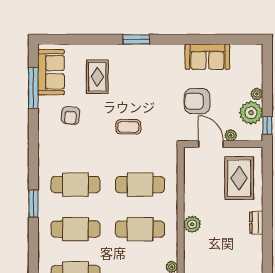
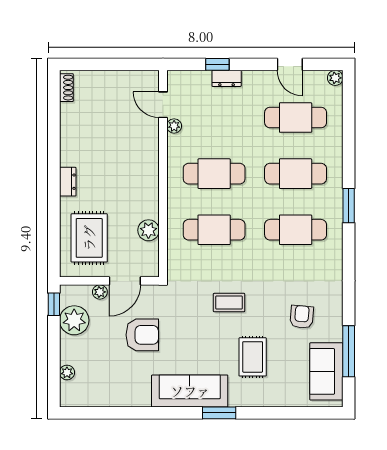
sofa: (207, 57) -> (190, 391), moved, width x1.36
rug: (97, 77) -> (253, 357), moved
plant: (257, 94) -> (67, 372), moved
door: (211, 144) -> (125, 281), hinge flipped
plant: (192, 224) -> (148, 230), moved

